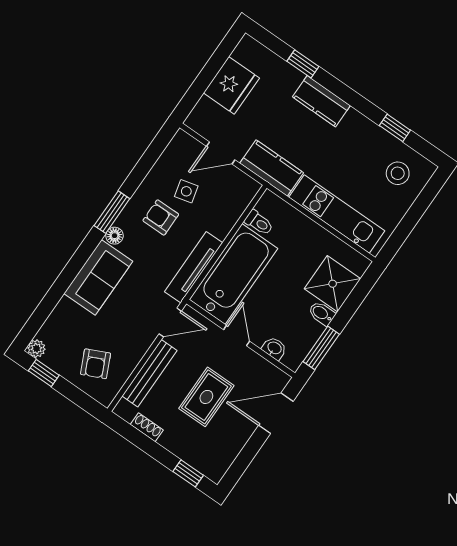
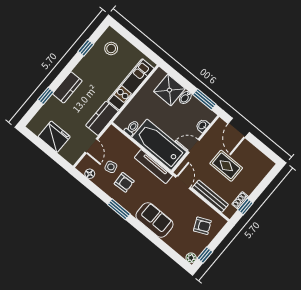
armchair: (161, 217) -> (124, 182), turned -93
floor lamp: (114, 236) -> (90, 174), moved
window: (188, 473) -> (245, 207), moved

